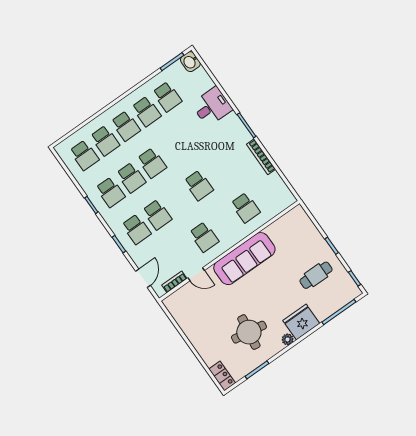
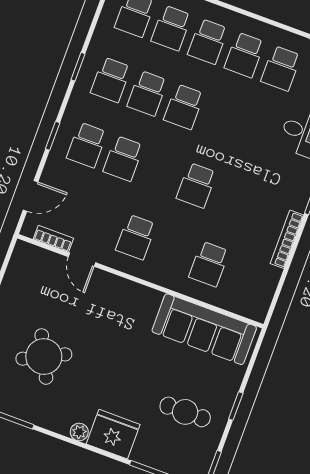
sofa: (244, 259) -> (204, 329), moved
round table: (249, 332) -> (44, 357), moved, turned -35

